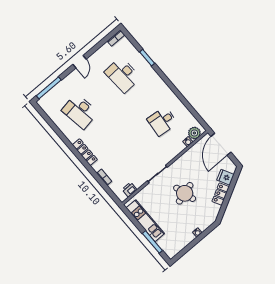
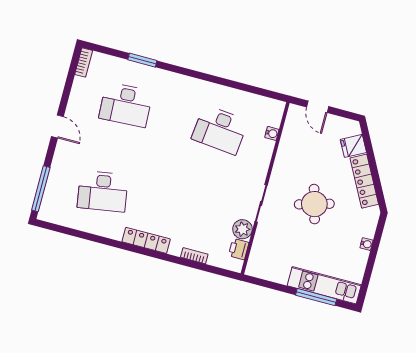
desk: (162, 121) -> (220, 130), width x1.37
plant: (194, 133) -> (242, 229), moved
door: (221, 144) -> (318, 107), width x0.53
locker: (221, 194) -> (364, 181), width x1.53
kitchen unit: (145, 221) -> (324, 285), moved

